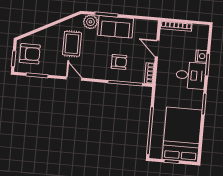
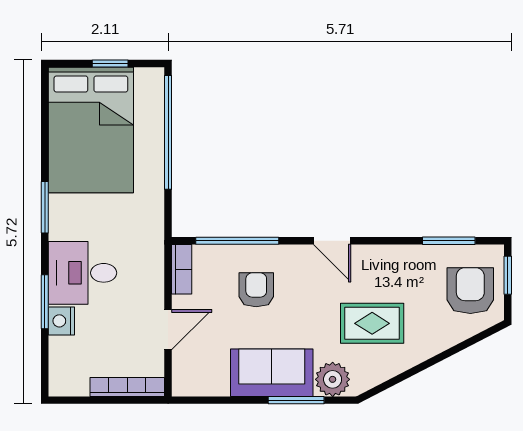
rug: (72, 44) -> (372, 323), turned 90
door: (157, 49) -> (168, 330), hinge flipped
armchair: (30, 54) -> (470, 291), turned 90
armchair: (119, 62) -> (256, 290), turned 90
door: (74, 79) -> (332, 241), moved

